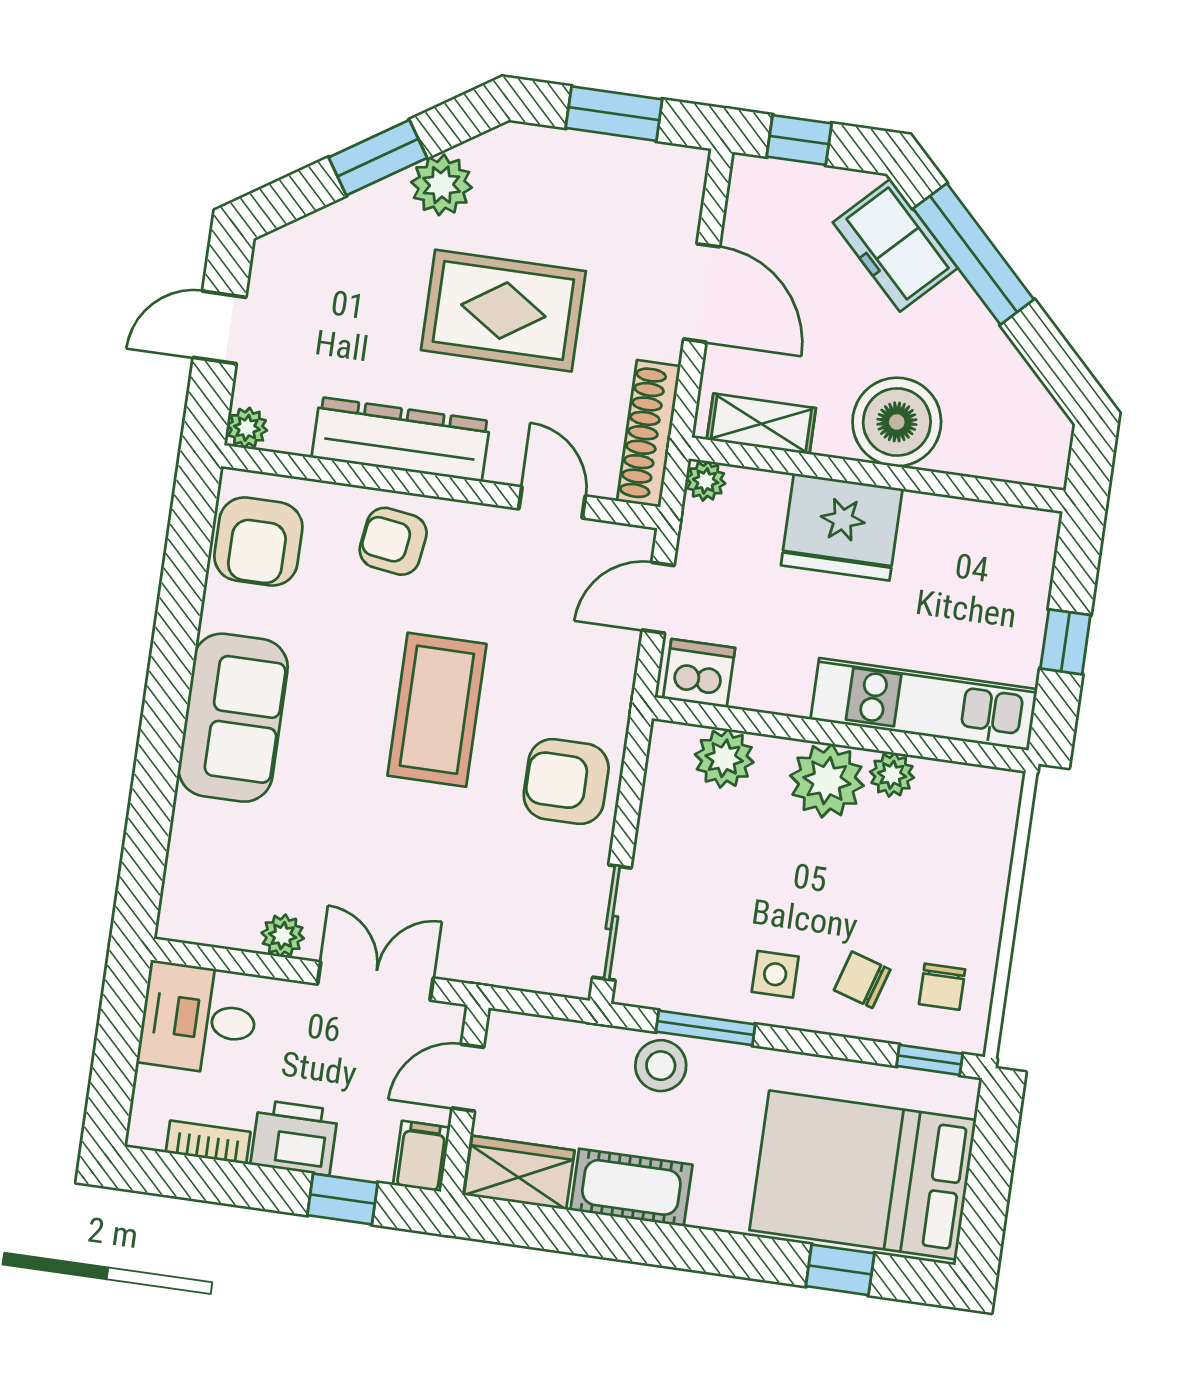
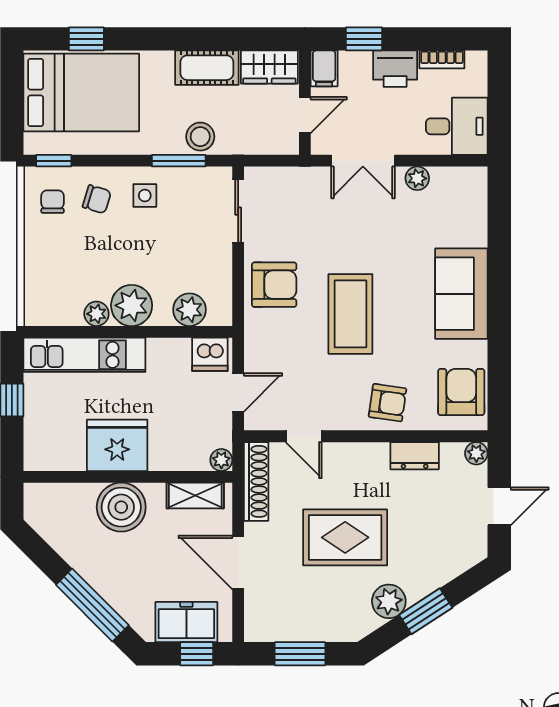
freezer: (895, 245) -> (186, 622), moved, turned -45
dresser: (401, 439) -> (415, 456), width x0.51, depth x0.80
fridge: (842, 527) -> (117, 445), moved

